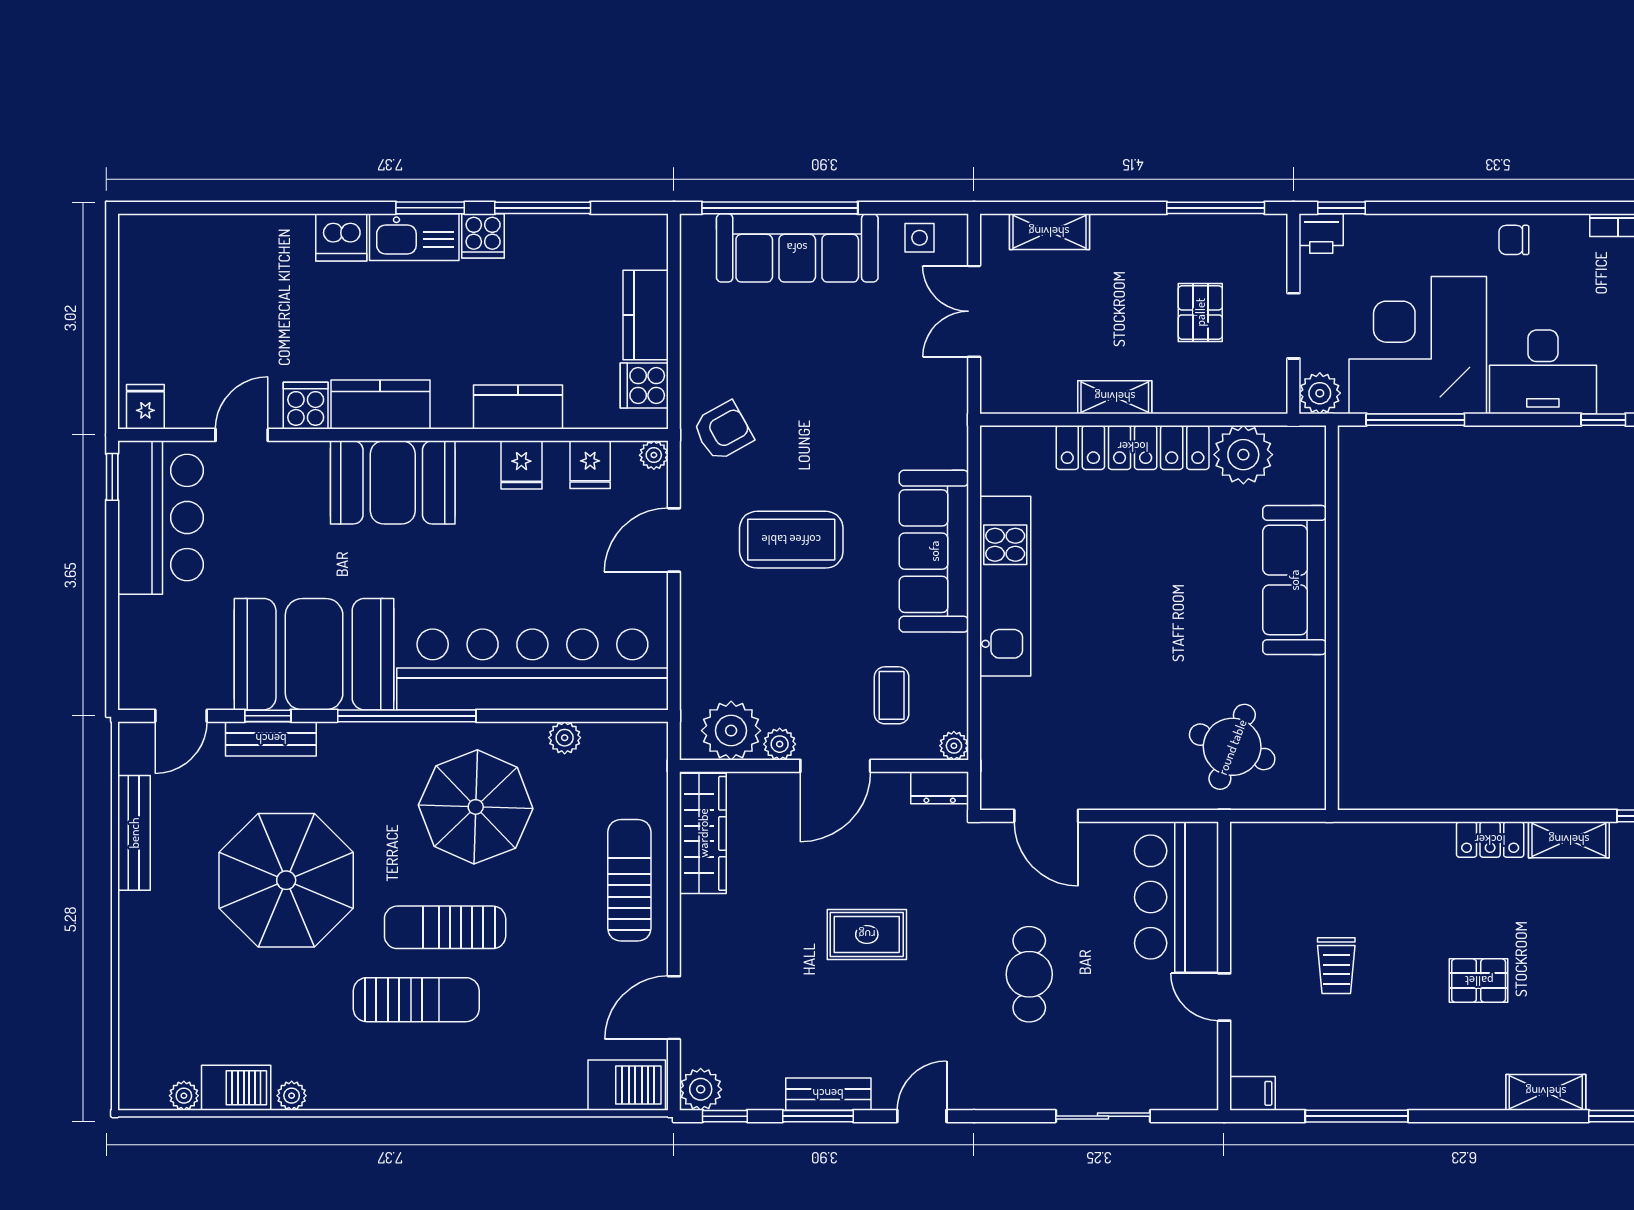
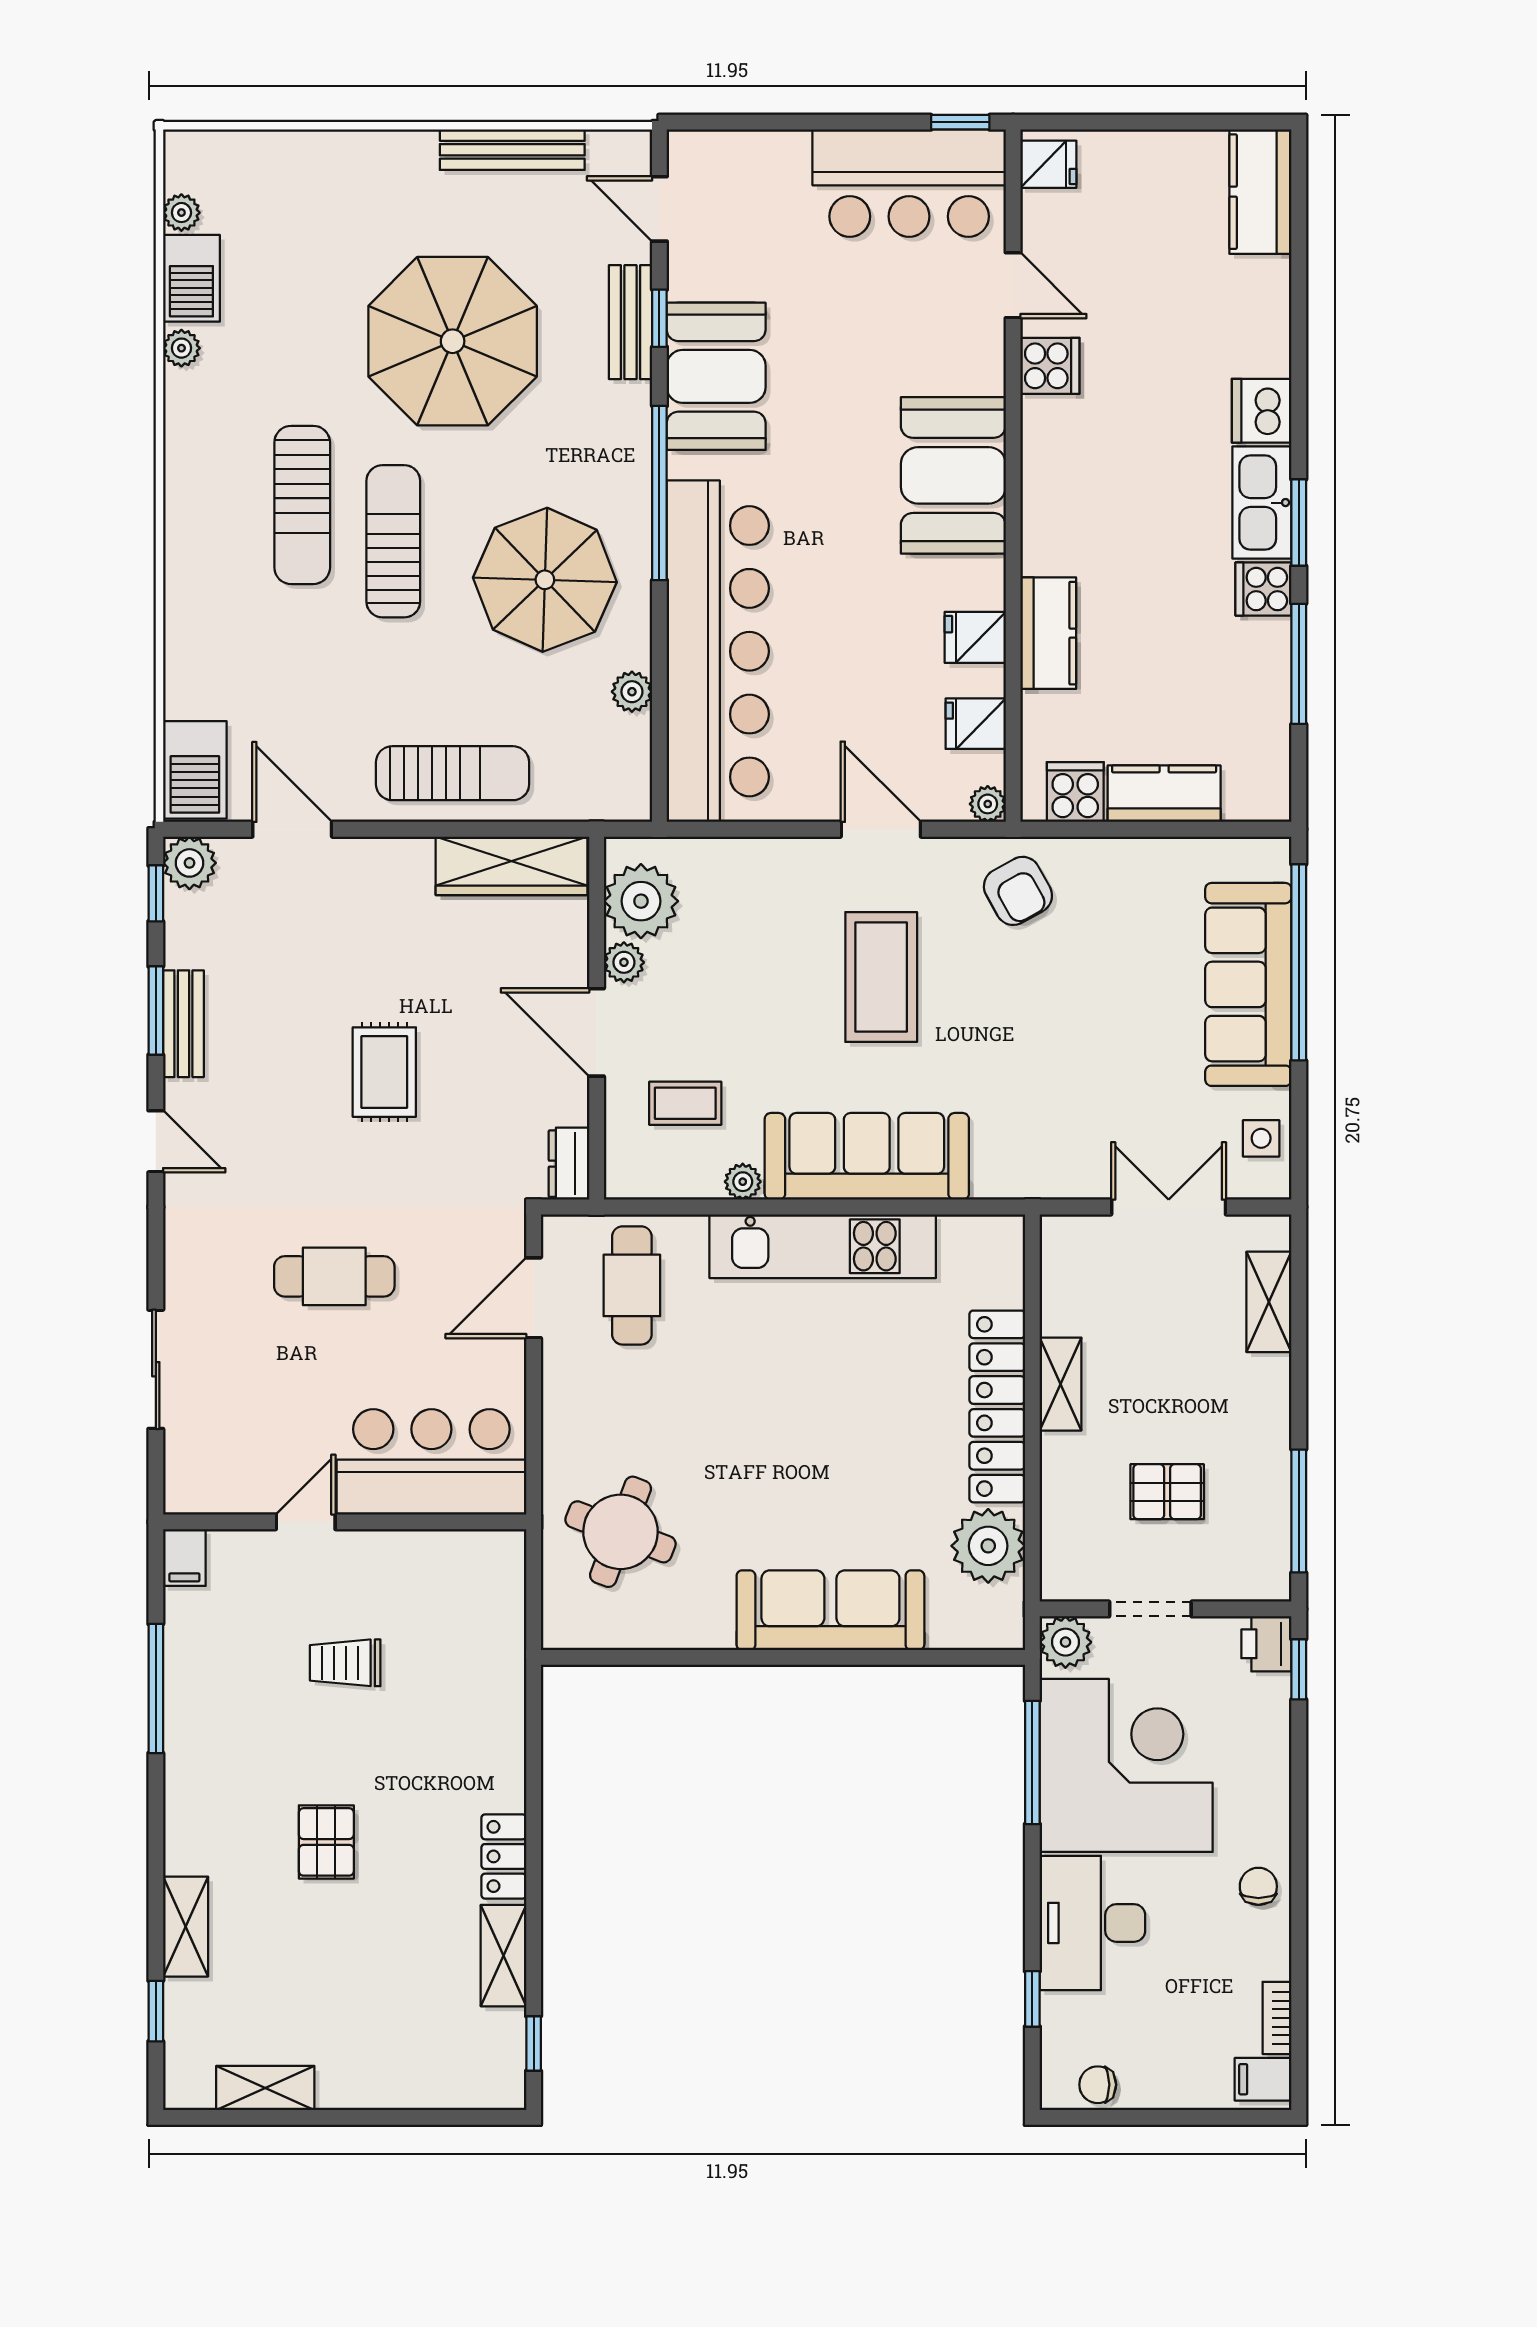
kitchen counter: (380, 404) -> (1260, 192), moved, turned 180
booth: (314, 654) -> (716, 376), width x0.73, depth x0.70
cafe table: (1036, 738) -> (632, 1285), added
plant: (954, 746) -> (743, 1182), moved

